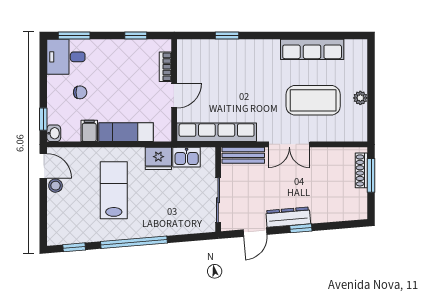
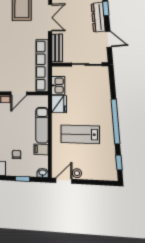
door: (174, 96) -> (19, 93), swing flipped
window: (43, 119) -> (23, 179), moved

